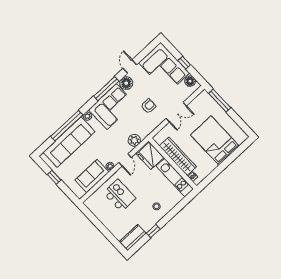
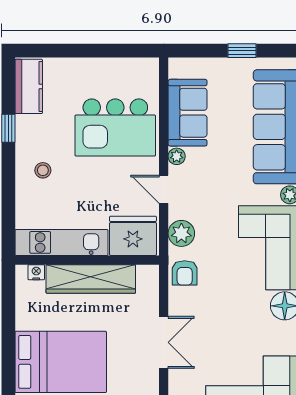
armchair: (148, 106) -> (185, 273), moved
double door: (176, 112) -> (164, 342), swing flipped
kitchen island: (120, 196) -> (115, 128), width x1.37, depth x1.28

